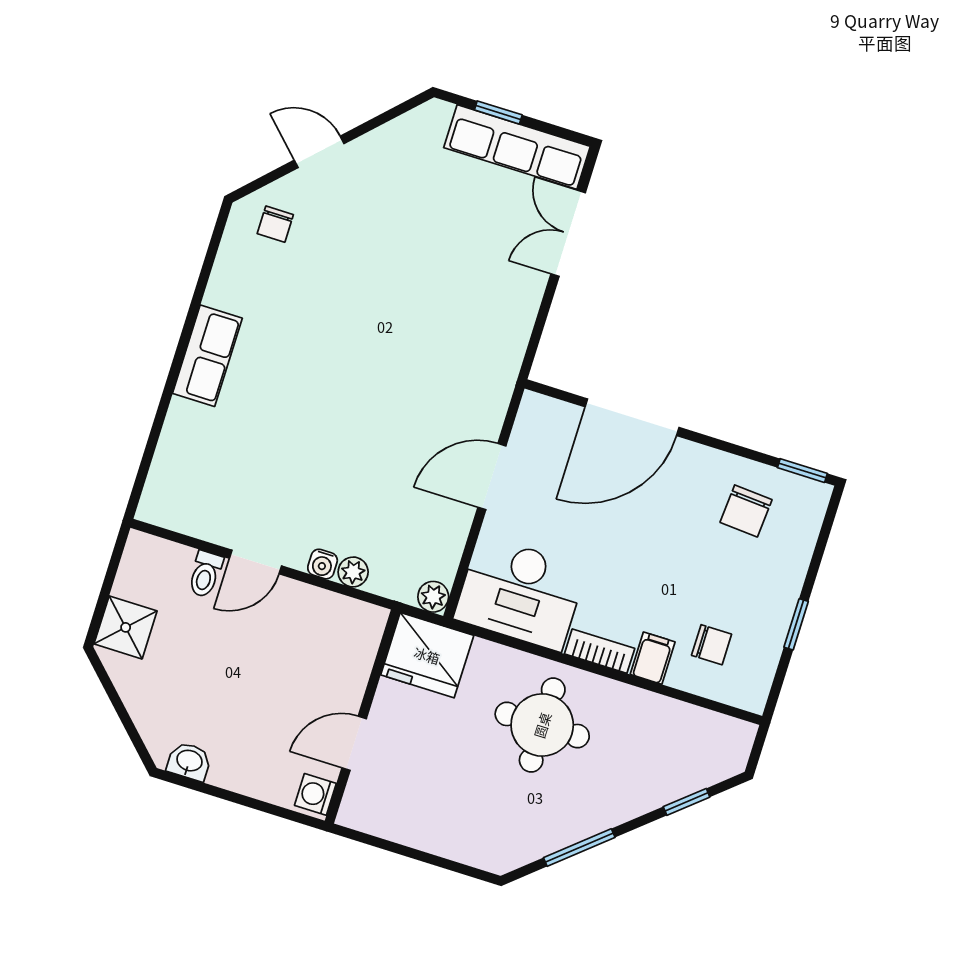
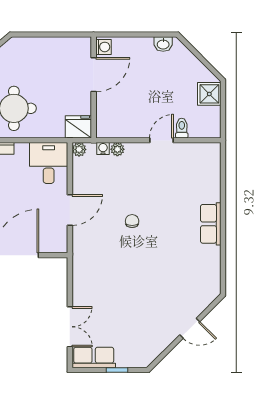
row of seats: (517, 147) -> (94, 357), width x0.68
chair: (275, 224) -> (132, 221), moved
water cooler: (323, 564) -> (103, 149), moved
desk: (520, 593) -> (49, 163), width x0.73
fridge: (427, 655) -> (78, 127), width x0.73, depth x0.75
door: (354, 743) -> (94, 75), width x1.38

